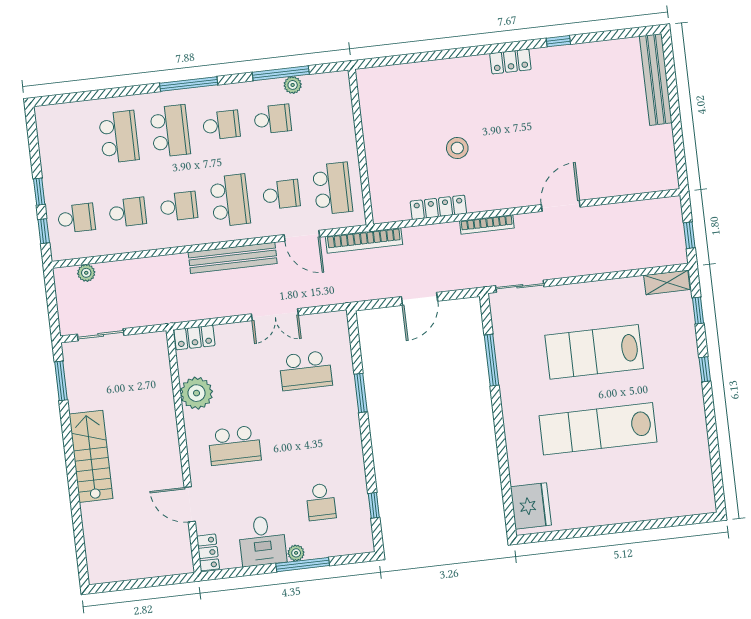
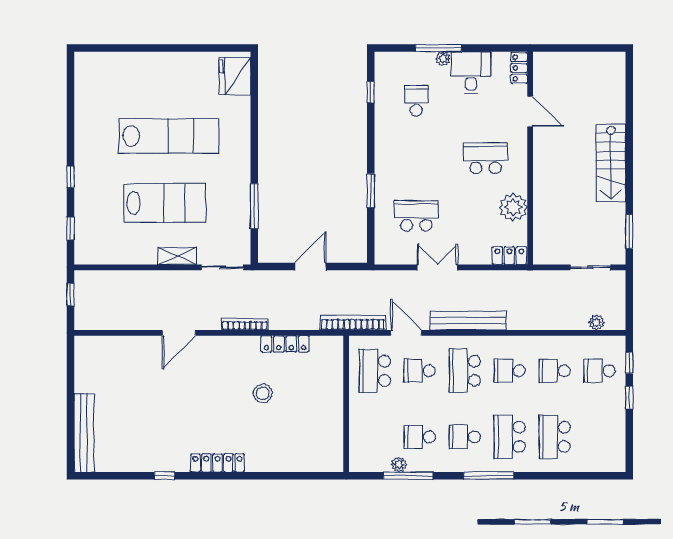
locker: (510, 62) -> (217, 463), width x1.53
shelving: (667, 282) -> (177, 256), moved

